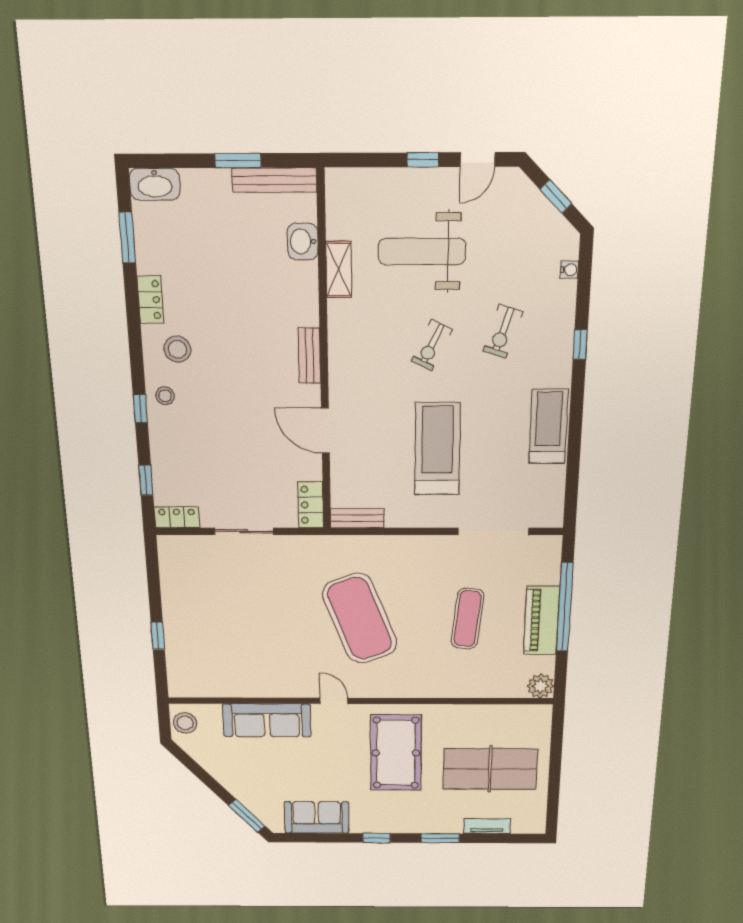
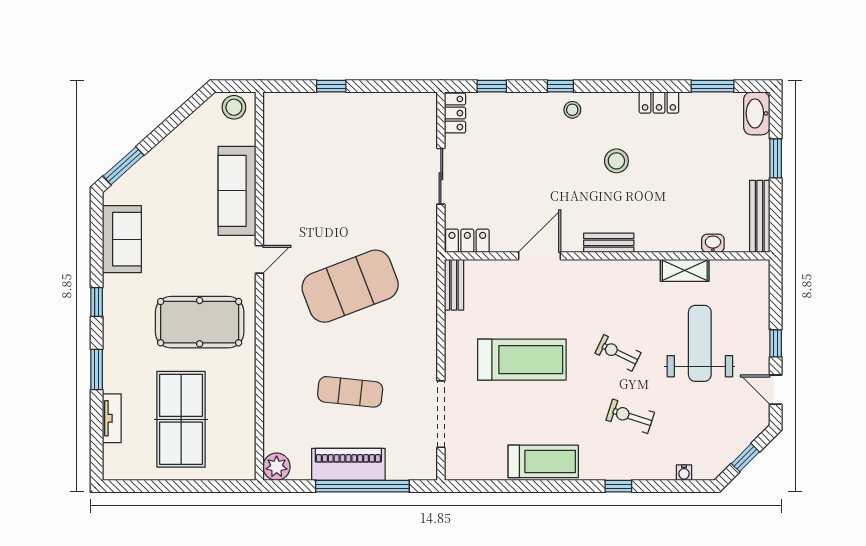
window: (238, 161) -> (776, 158), moved
washbasin: (303, 242) -> (713, 243), width x0.72, depth x0.69
stool: (177, 349) -> (616, 161), moved

